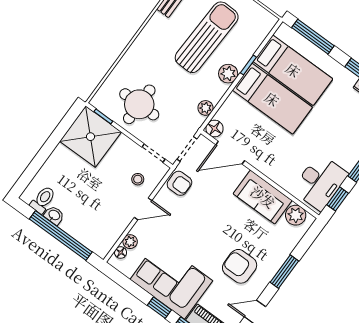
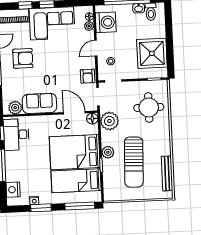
bed: (272, 99) -> (75, 152), width x1.50
round table: (139, 104) -> (149, 107), moved
plant: (206, 108) -> (109, 121), width x1.88, depth x1.88
shower: (90, 137) -> (152, 53), moved
door: (230, 153) -> (74, 113), hinge flipped
armchair: (179, 183) -> (88, 76), turned -90
washing machine: (107, 230) -> (106, 22), added

